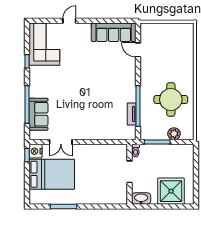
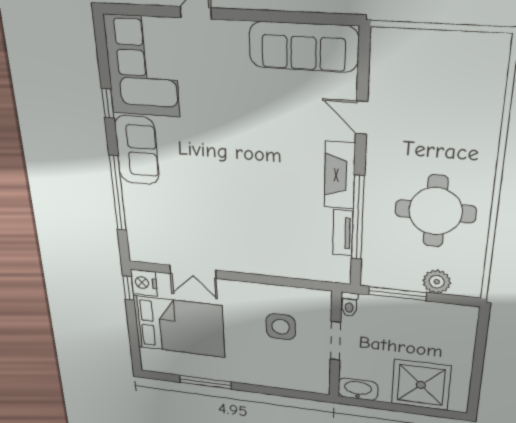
door: (138, 50) -> (362, 118), moved
fireplace: (129, 87) -> (340, 175), added
sofa: (38, 114) -> (137, 150), moved
side table: (103, 167) -> (281, 327), added

